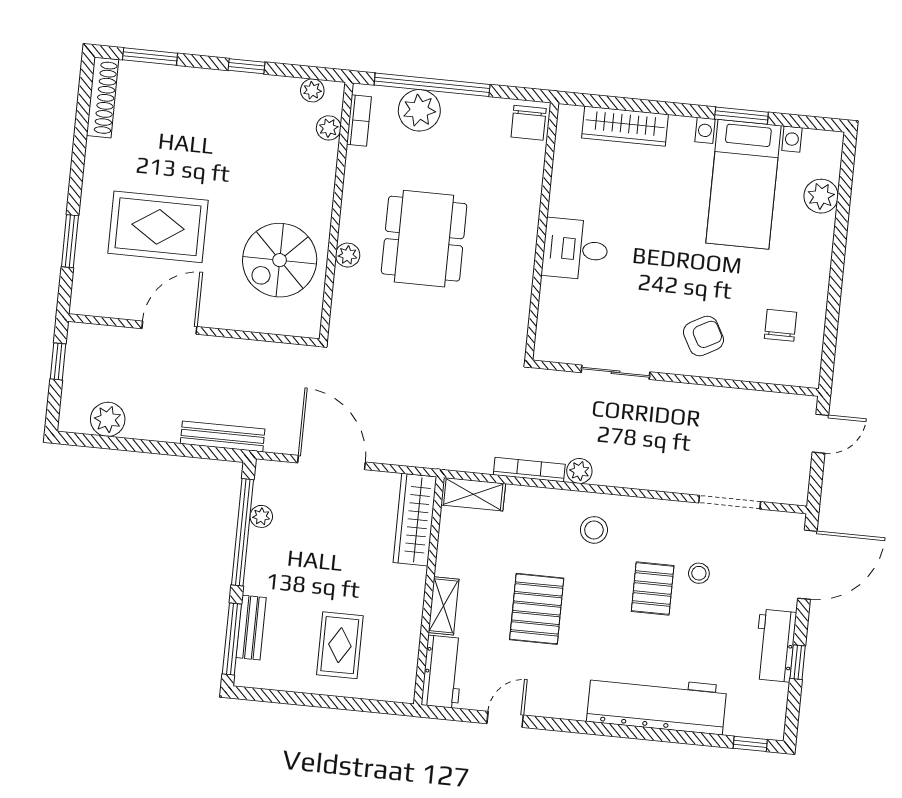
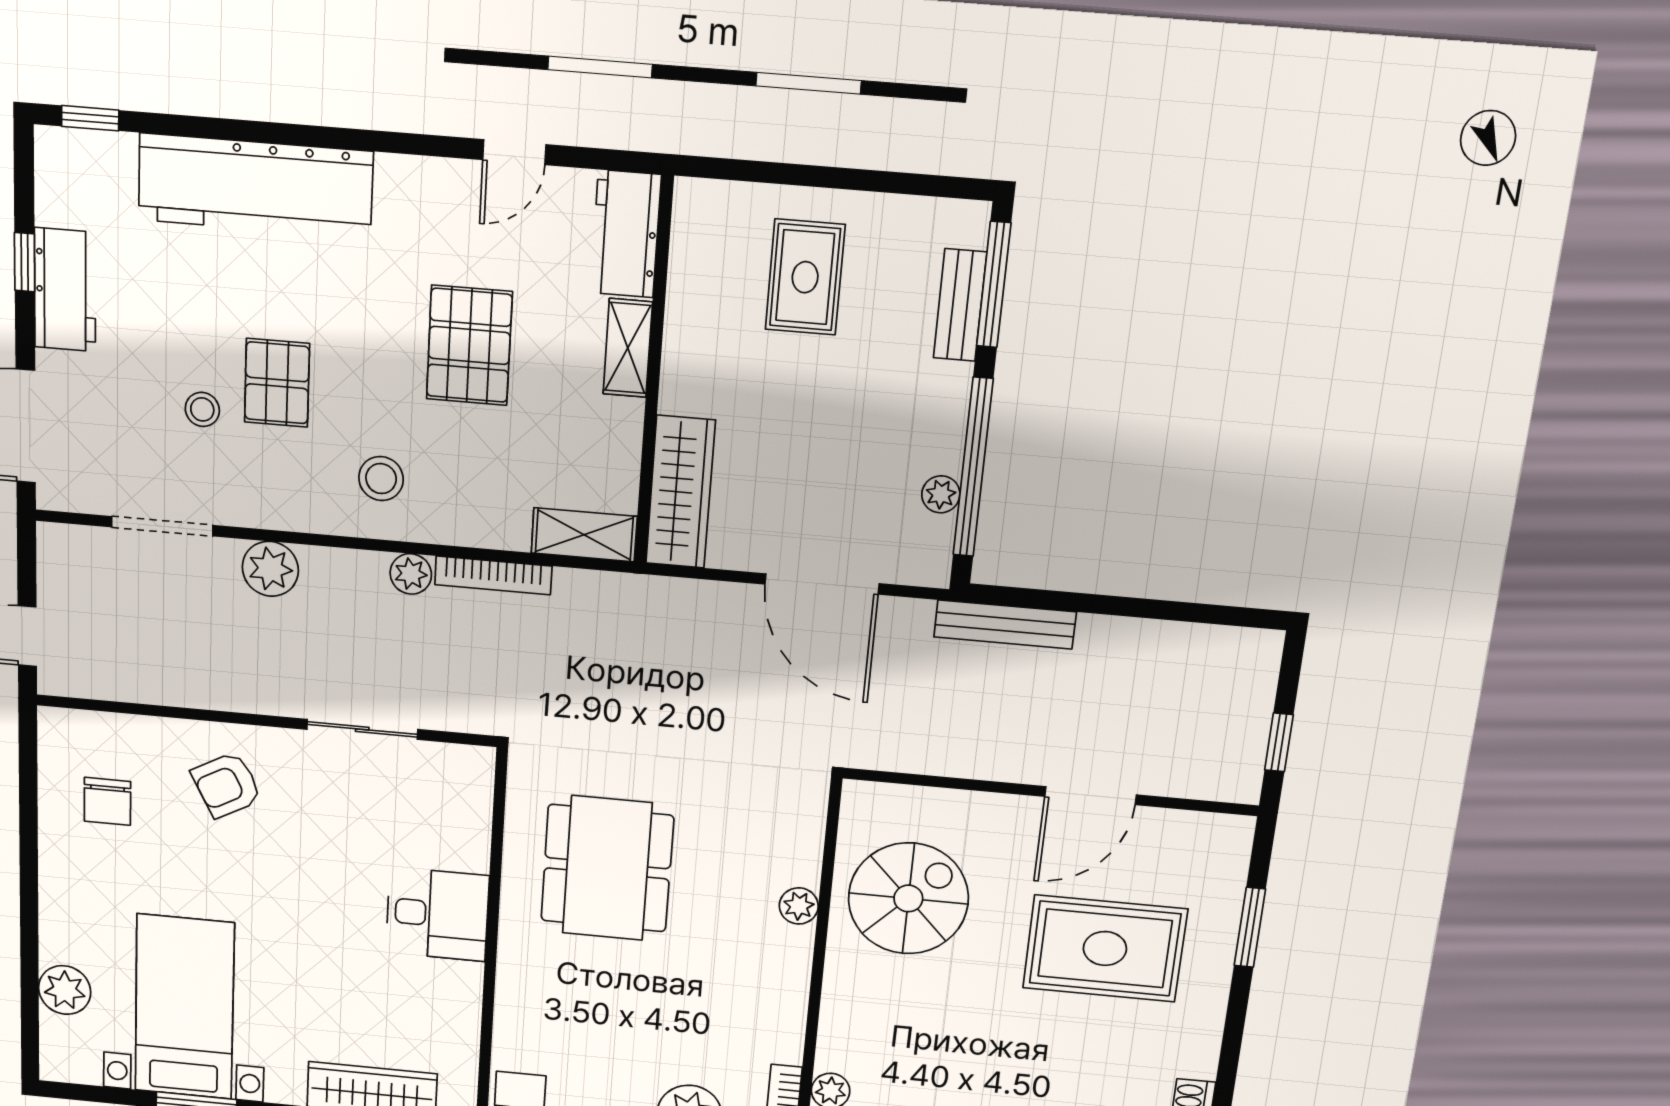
dining table: (424, 239) -> (607, 868), moved
plant: (108, 419) -> (270, 569), moved

